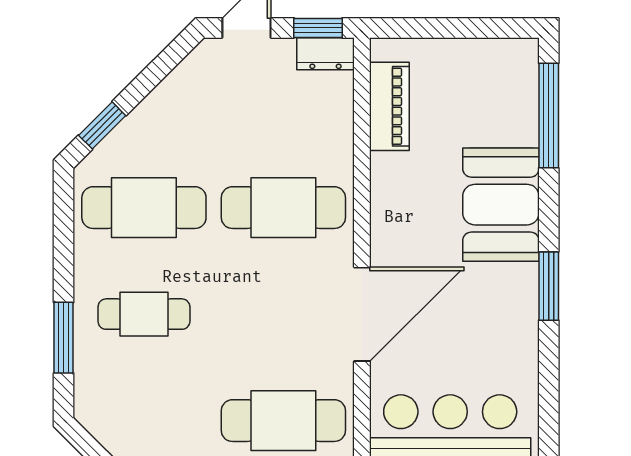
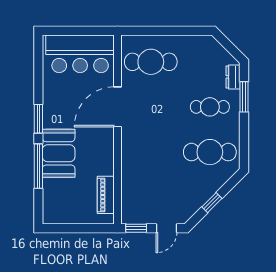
dresser: (326, 54) -> (233, 77), moved, turned -90
window: (549, 116) -> (38, 166), moved
window: (102, 125) -> (212, 203), moved
cafe table: (283, 208) -> (151, 152), removed

